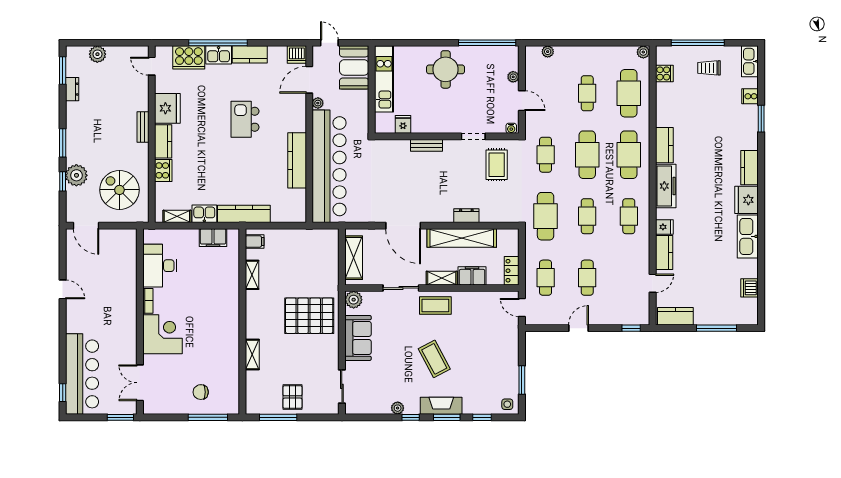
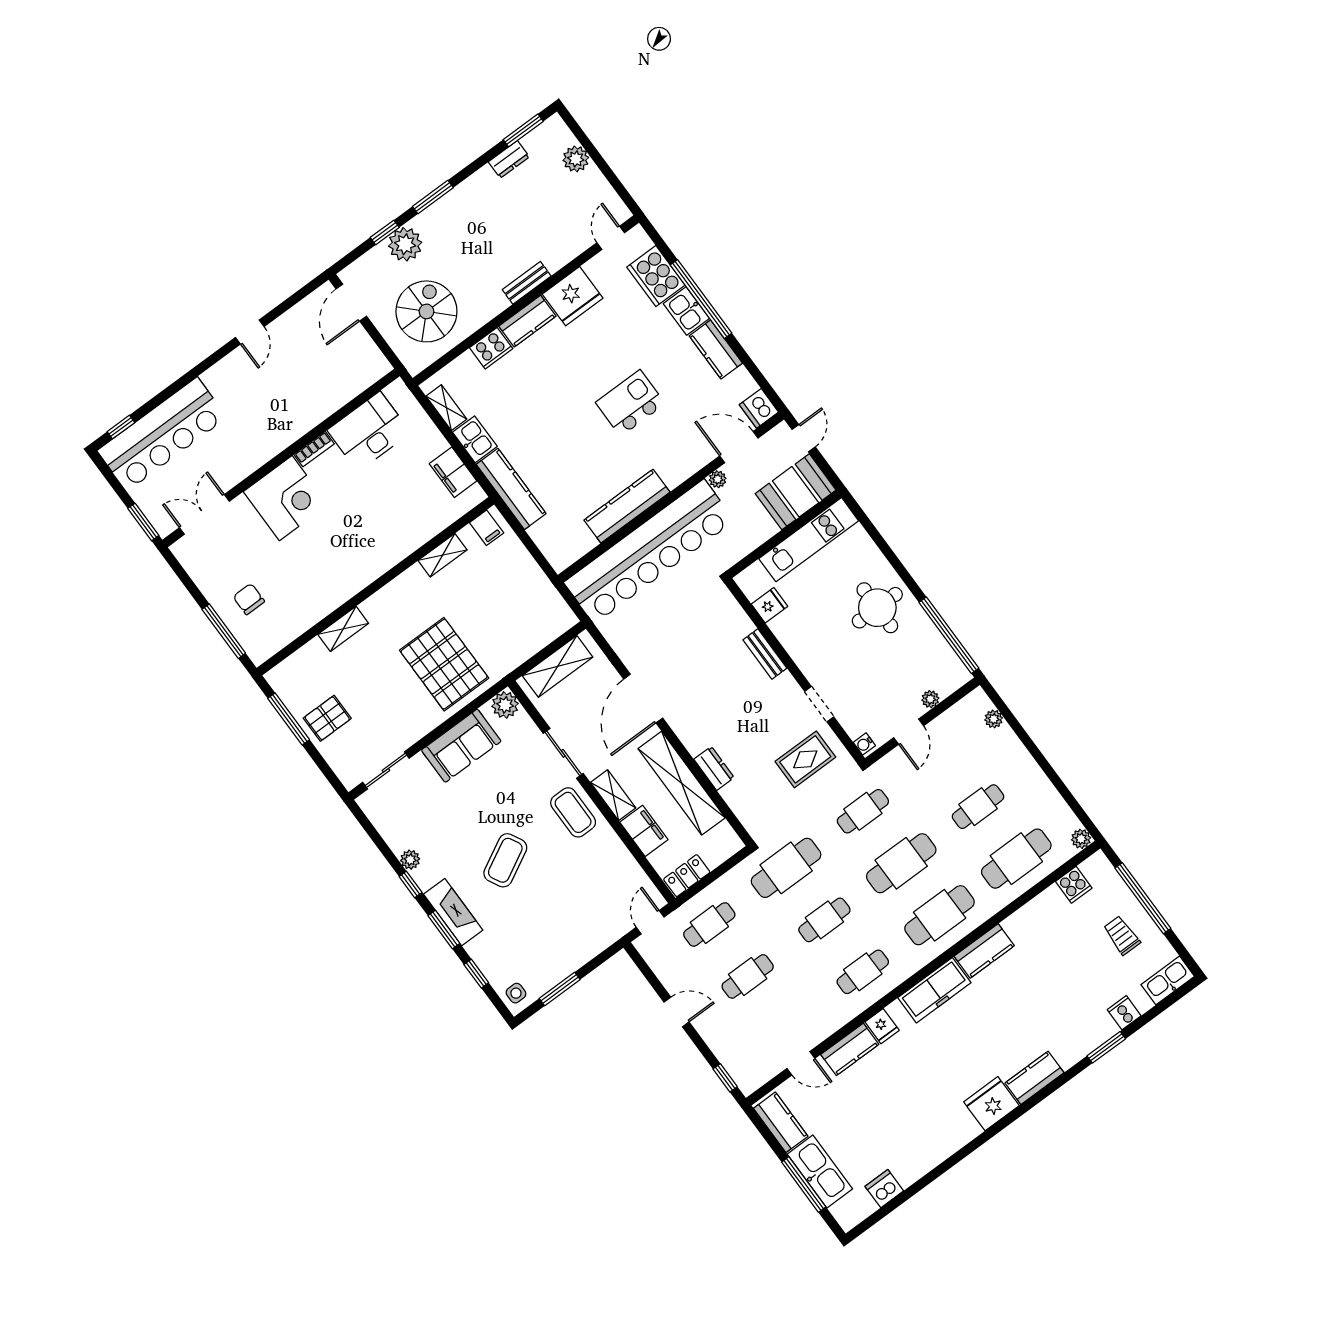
kitchen sink: (748, 236) -> (820, 1172), moved, turned 90

